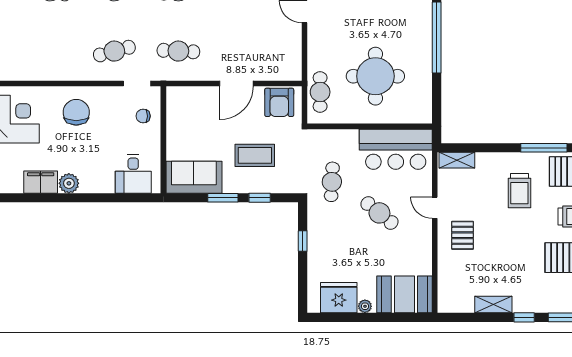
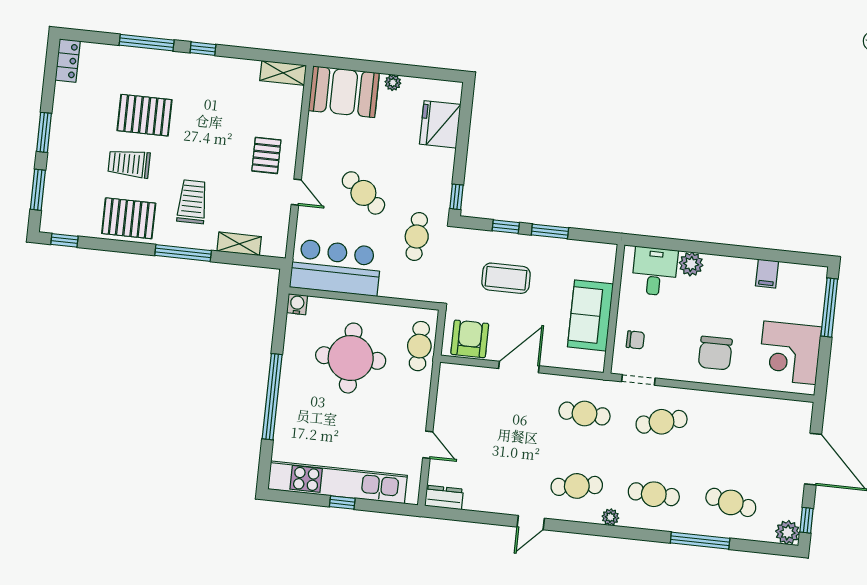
water cooler: (424, 116) -> (297, 304), added
window: (544, 148) -> (183, 253), moved
shelving: (457, 160) -> (239, 244), moved
sofa: (194, 177) -> (590, 315), moved, turned 90
filing cabinet: (41, 182) -> (767, 274), width x0.50
plant: (69, 183) -> (691, 264), moved
window: (303, 241) -> (456, 197), moved
fridge: (339, 298) -> (440, 124), moved, turned 90
shelving: (493, 305) -> (283, 73), moved

